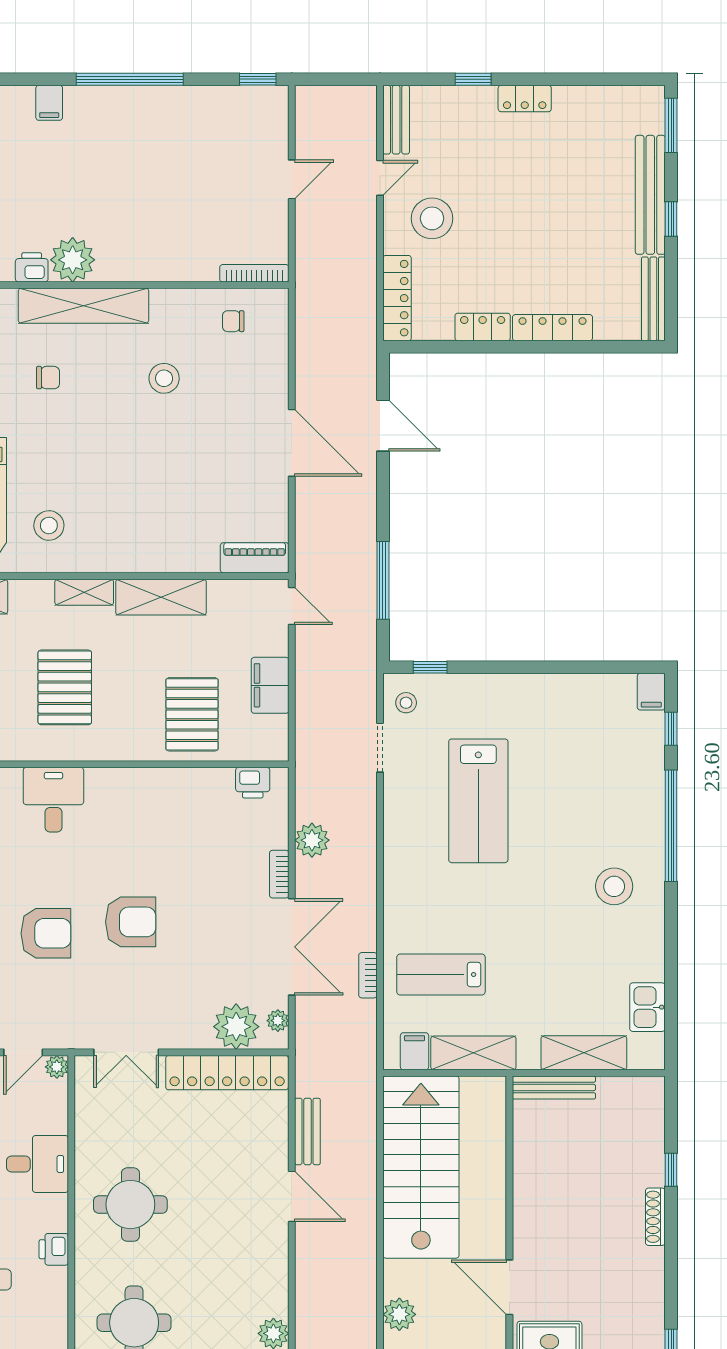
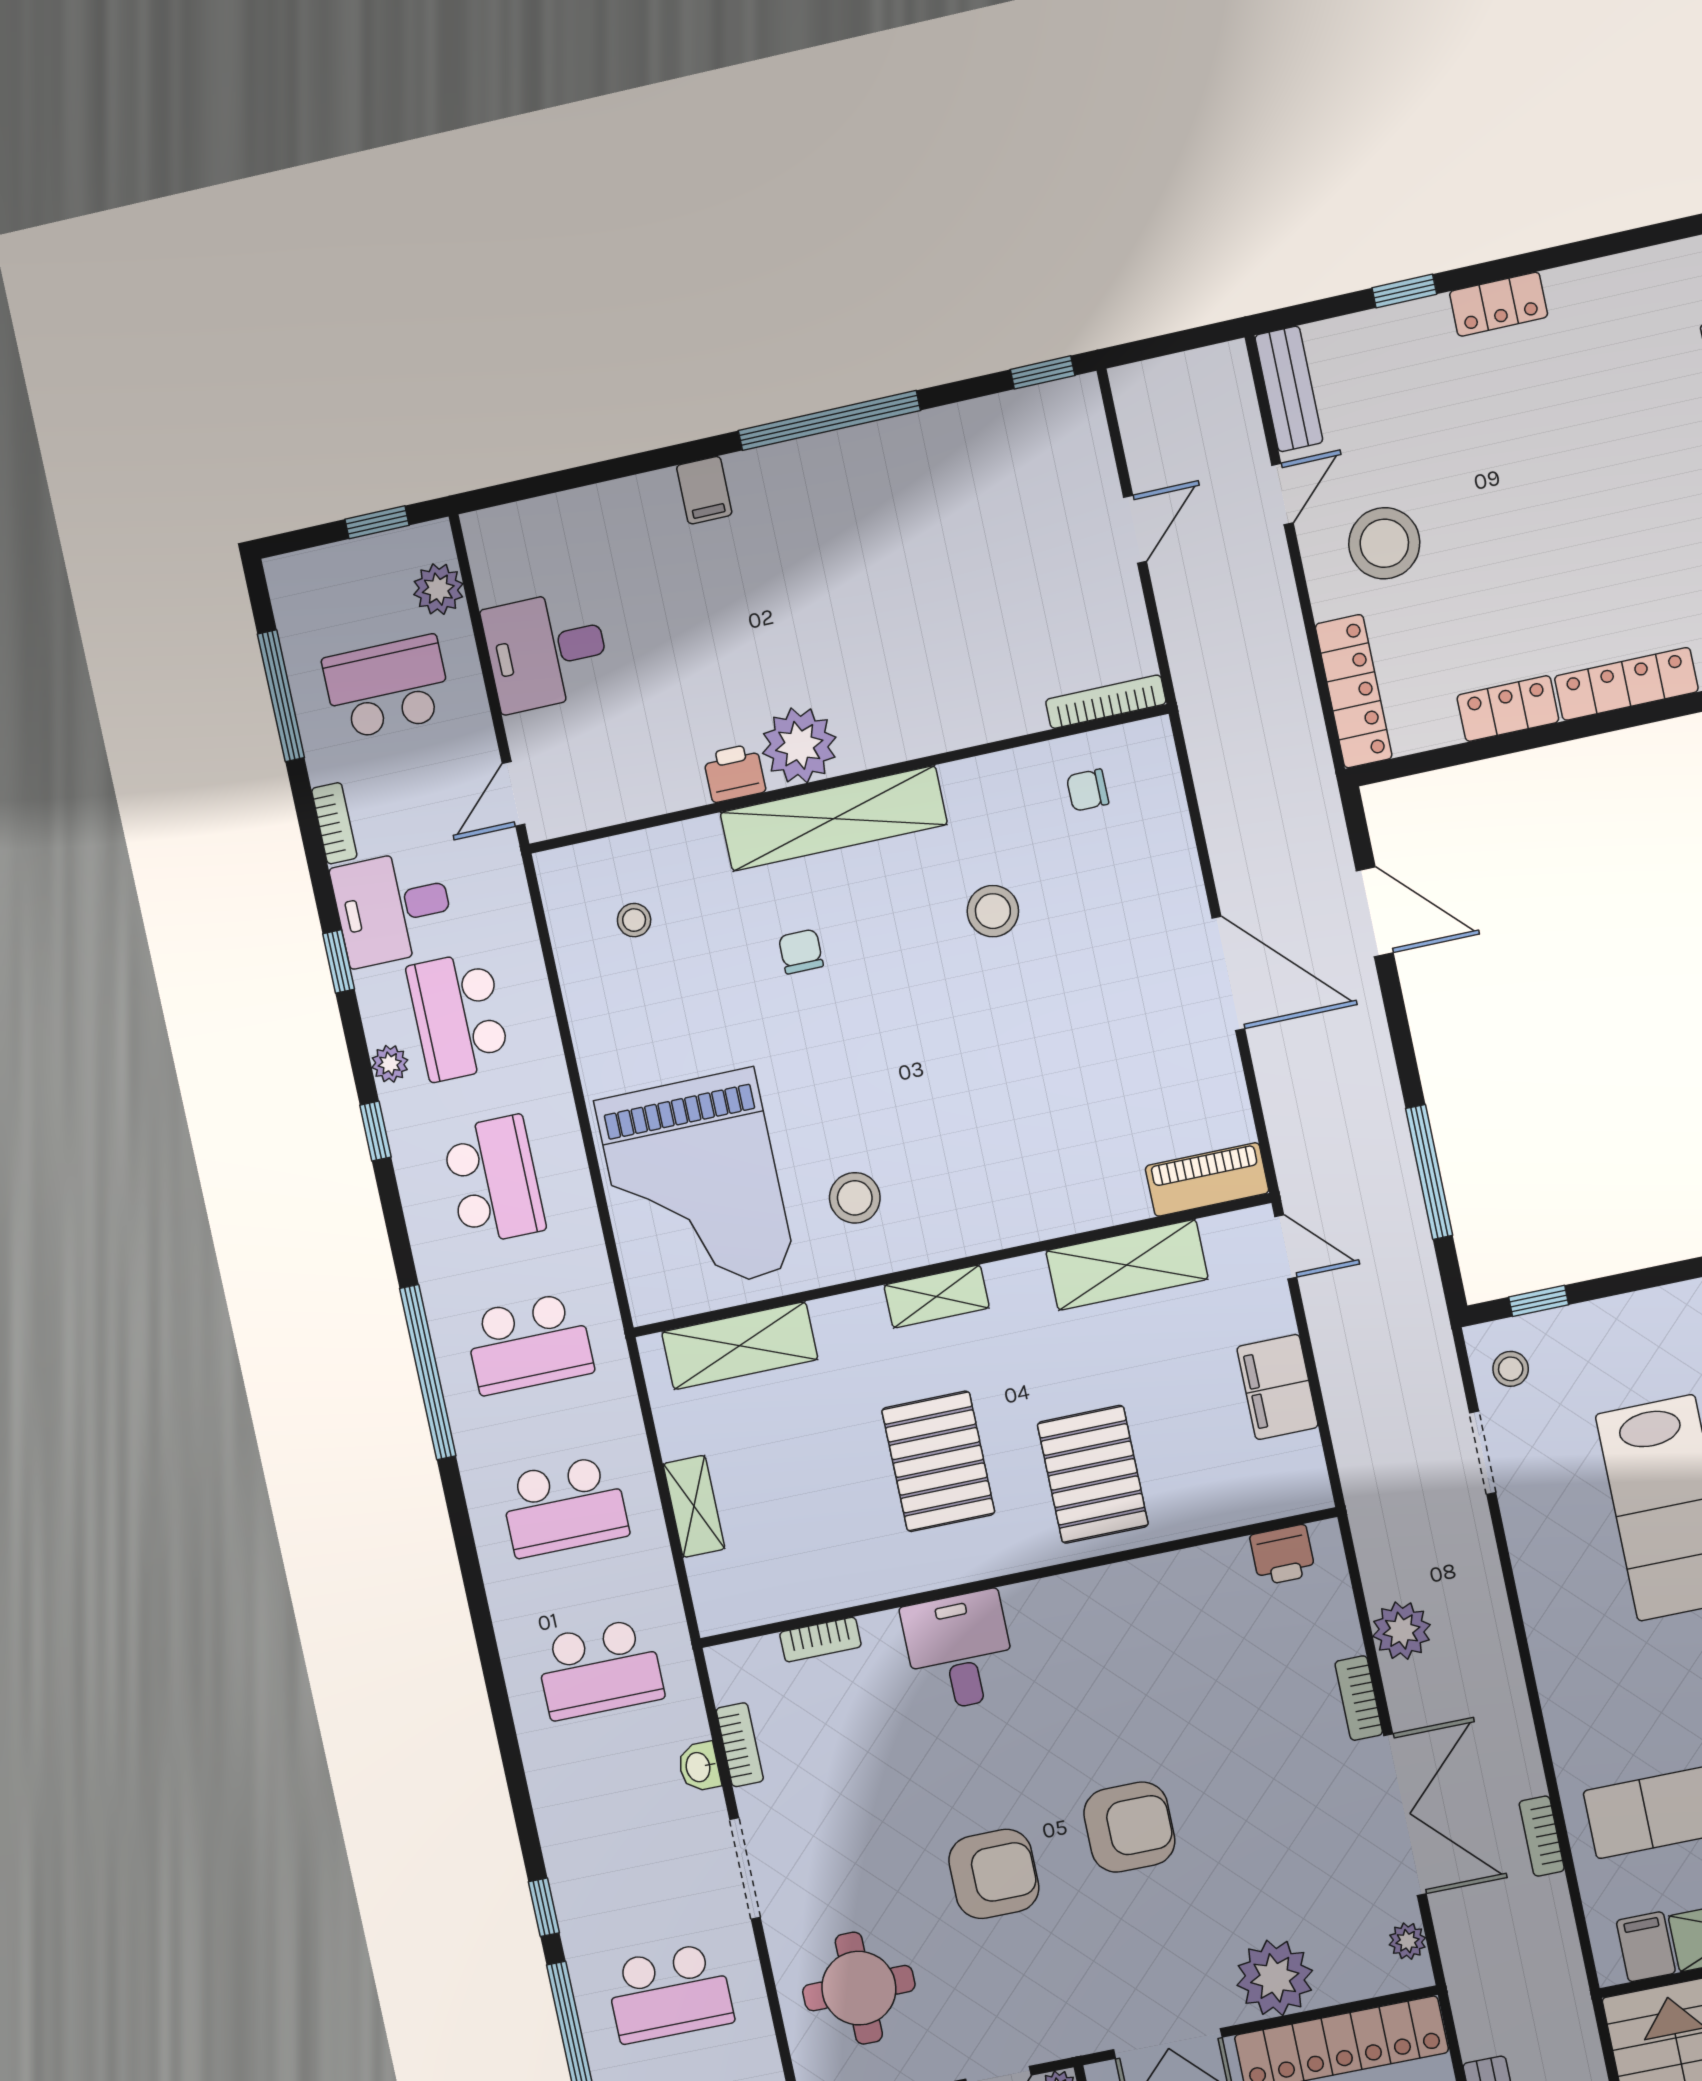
chair: (48, 378) -> (801, 951), turned -90
shelving: (161, 597) -> (1127, 1265), moved
pallet: (192, 714) -> (1093, 1474), moved
plant: (236, 1027) -> (1275, 1978), moved

